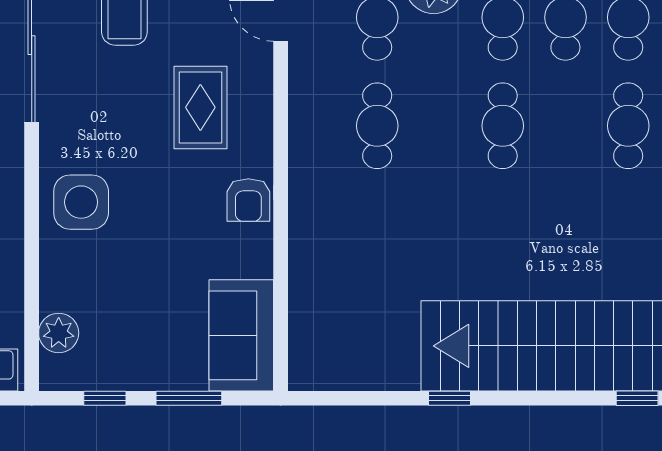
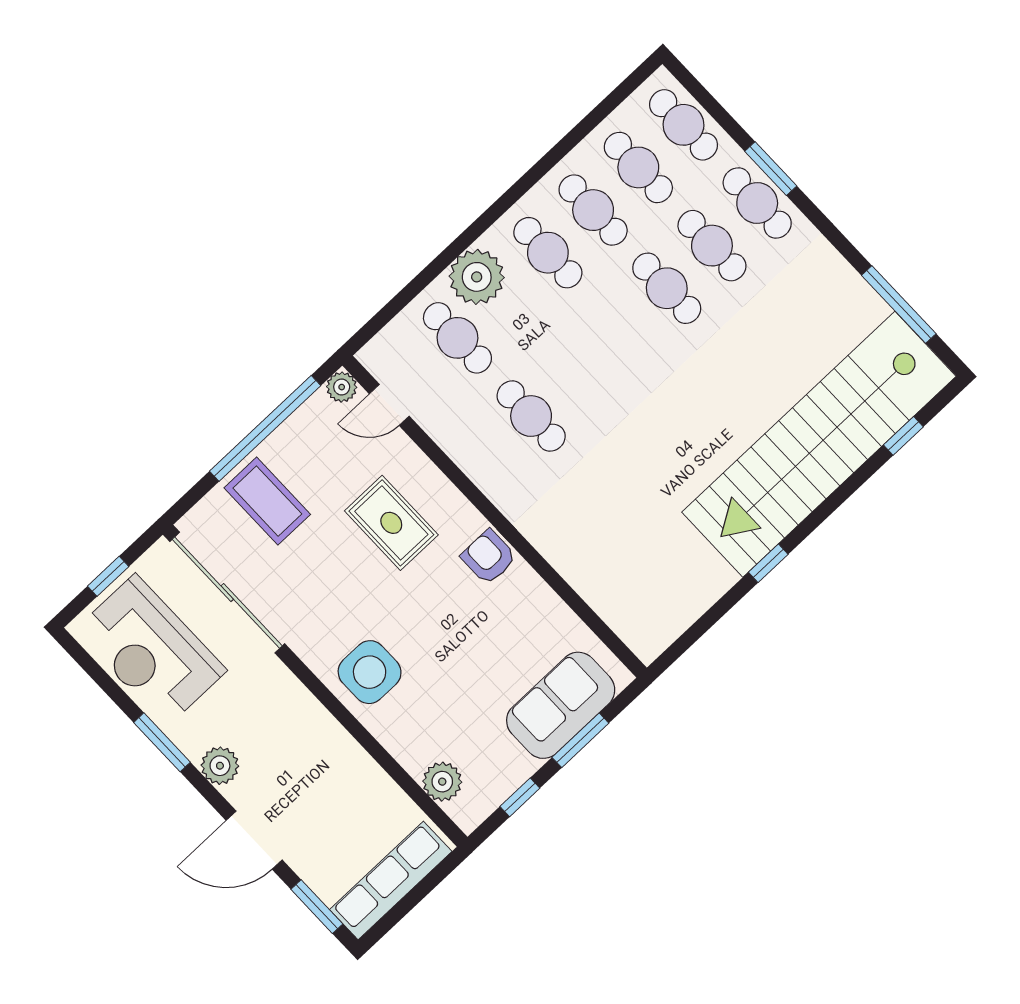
cafe table: (503, 126) -> (667, 288), moved
armchair: (248, 200) -> (489, 557), turned 180
sofa: (241, 335) -> (561, 705), moved, turned 90

